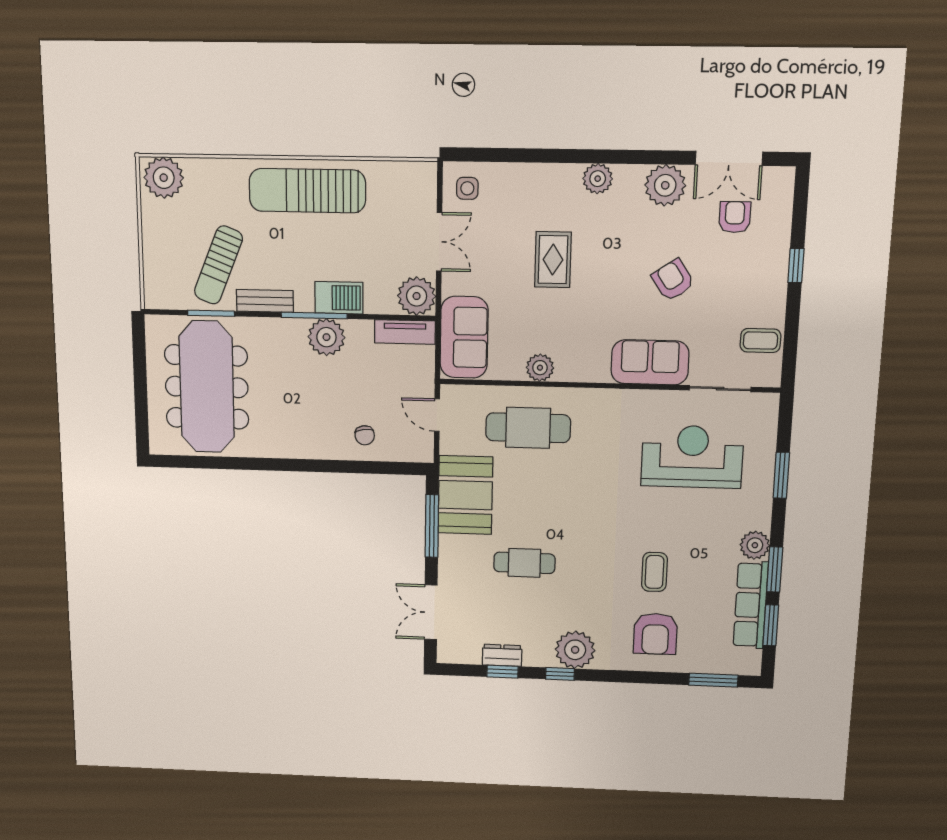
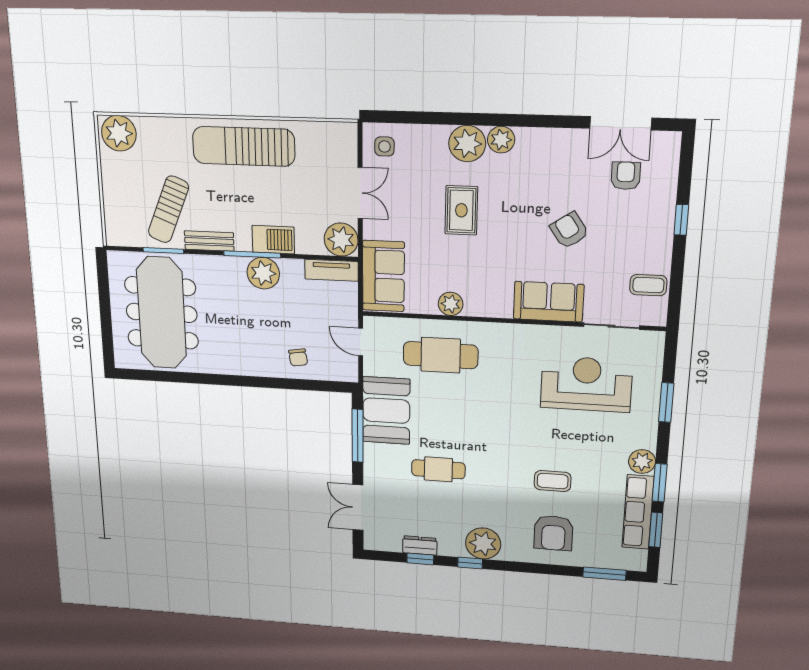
plant: (665, 185) -> (467, 144), moved
coffee table: (654, 572) -> (553, 481), turned 90

